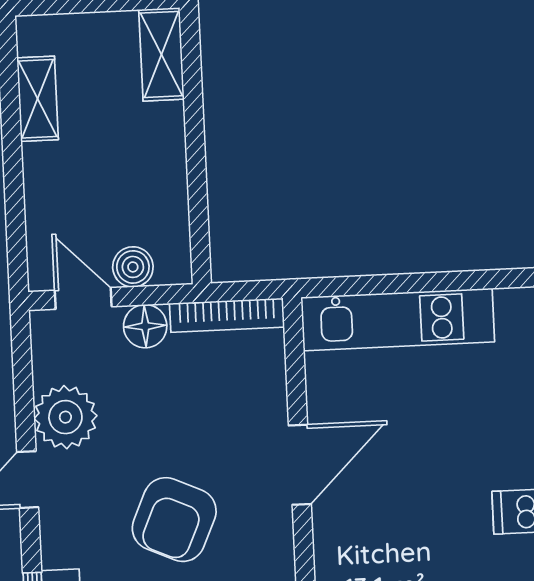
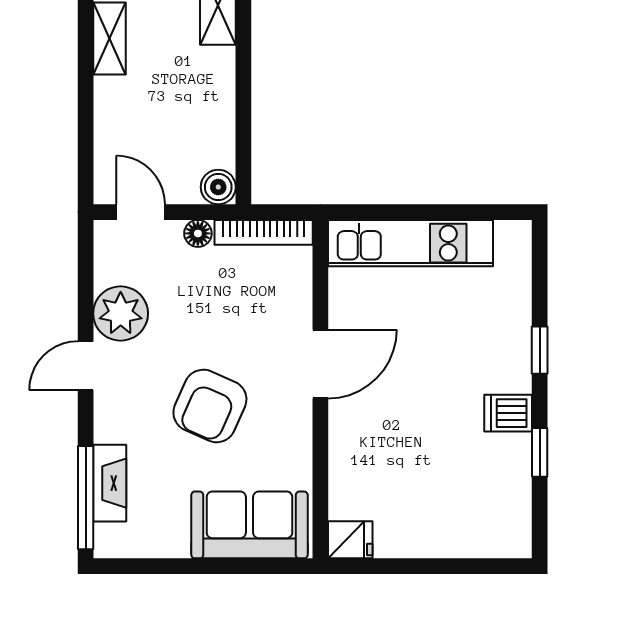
boiler: (133, 267) -> (218, 187), moved
floor lamp: (145, 326) -> (198, 233), width x0.73, depth x0.73

